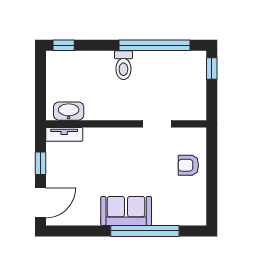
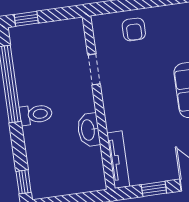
washbasin: (69, 111) -> (88, 130), moved
tv unit: (64, 134) -> (118, 160), width x1.41

